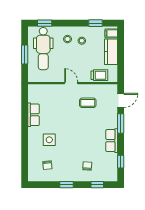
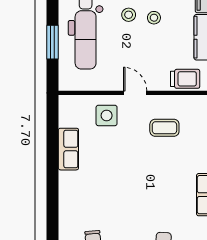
side table: (49, 140) -> (107, 115), moved

